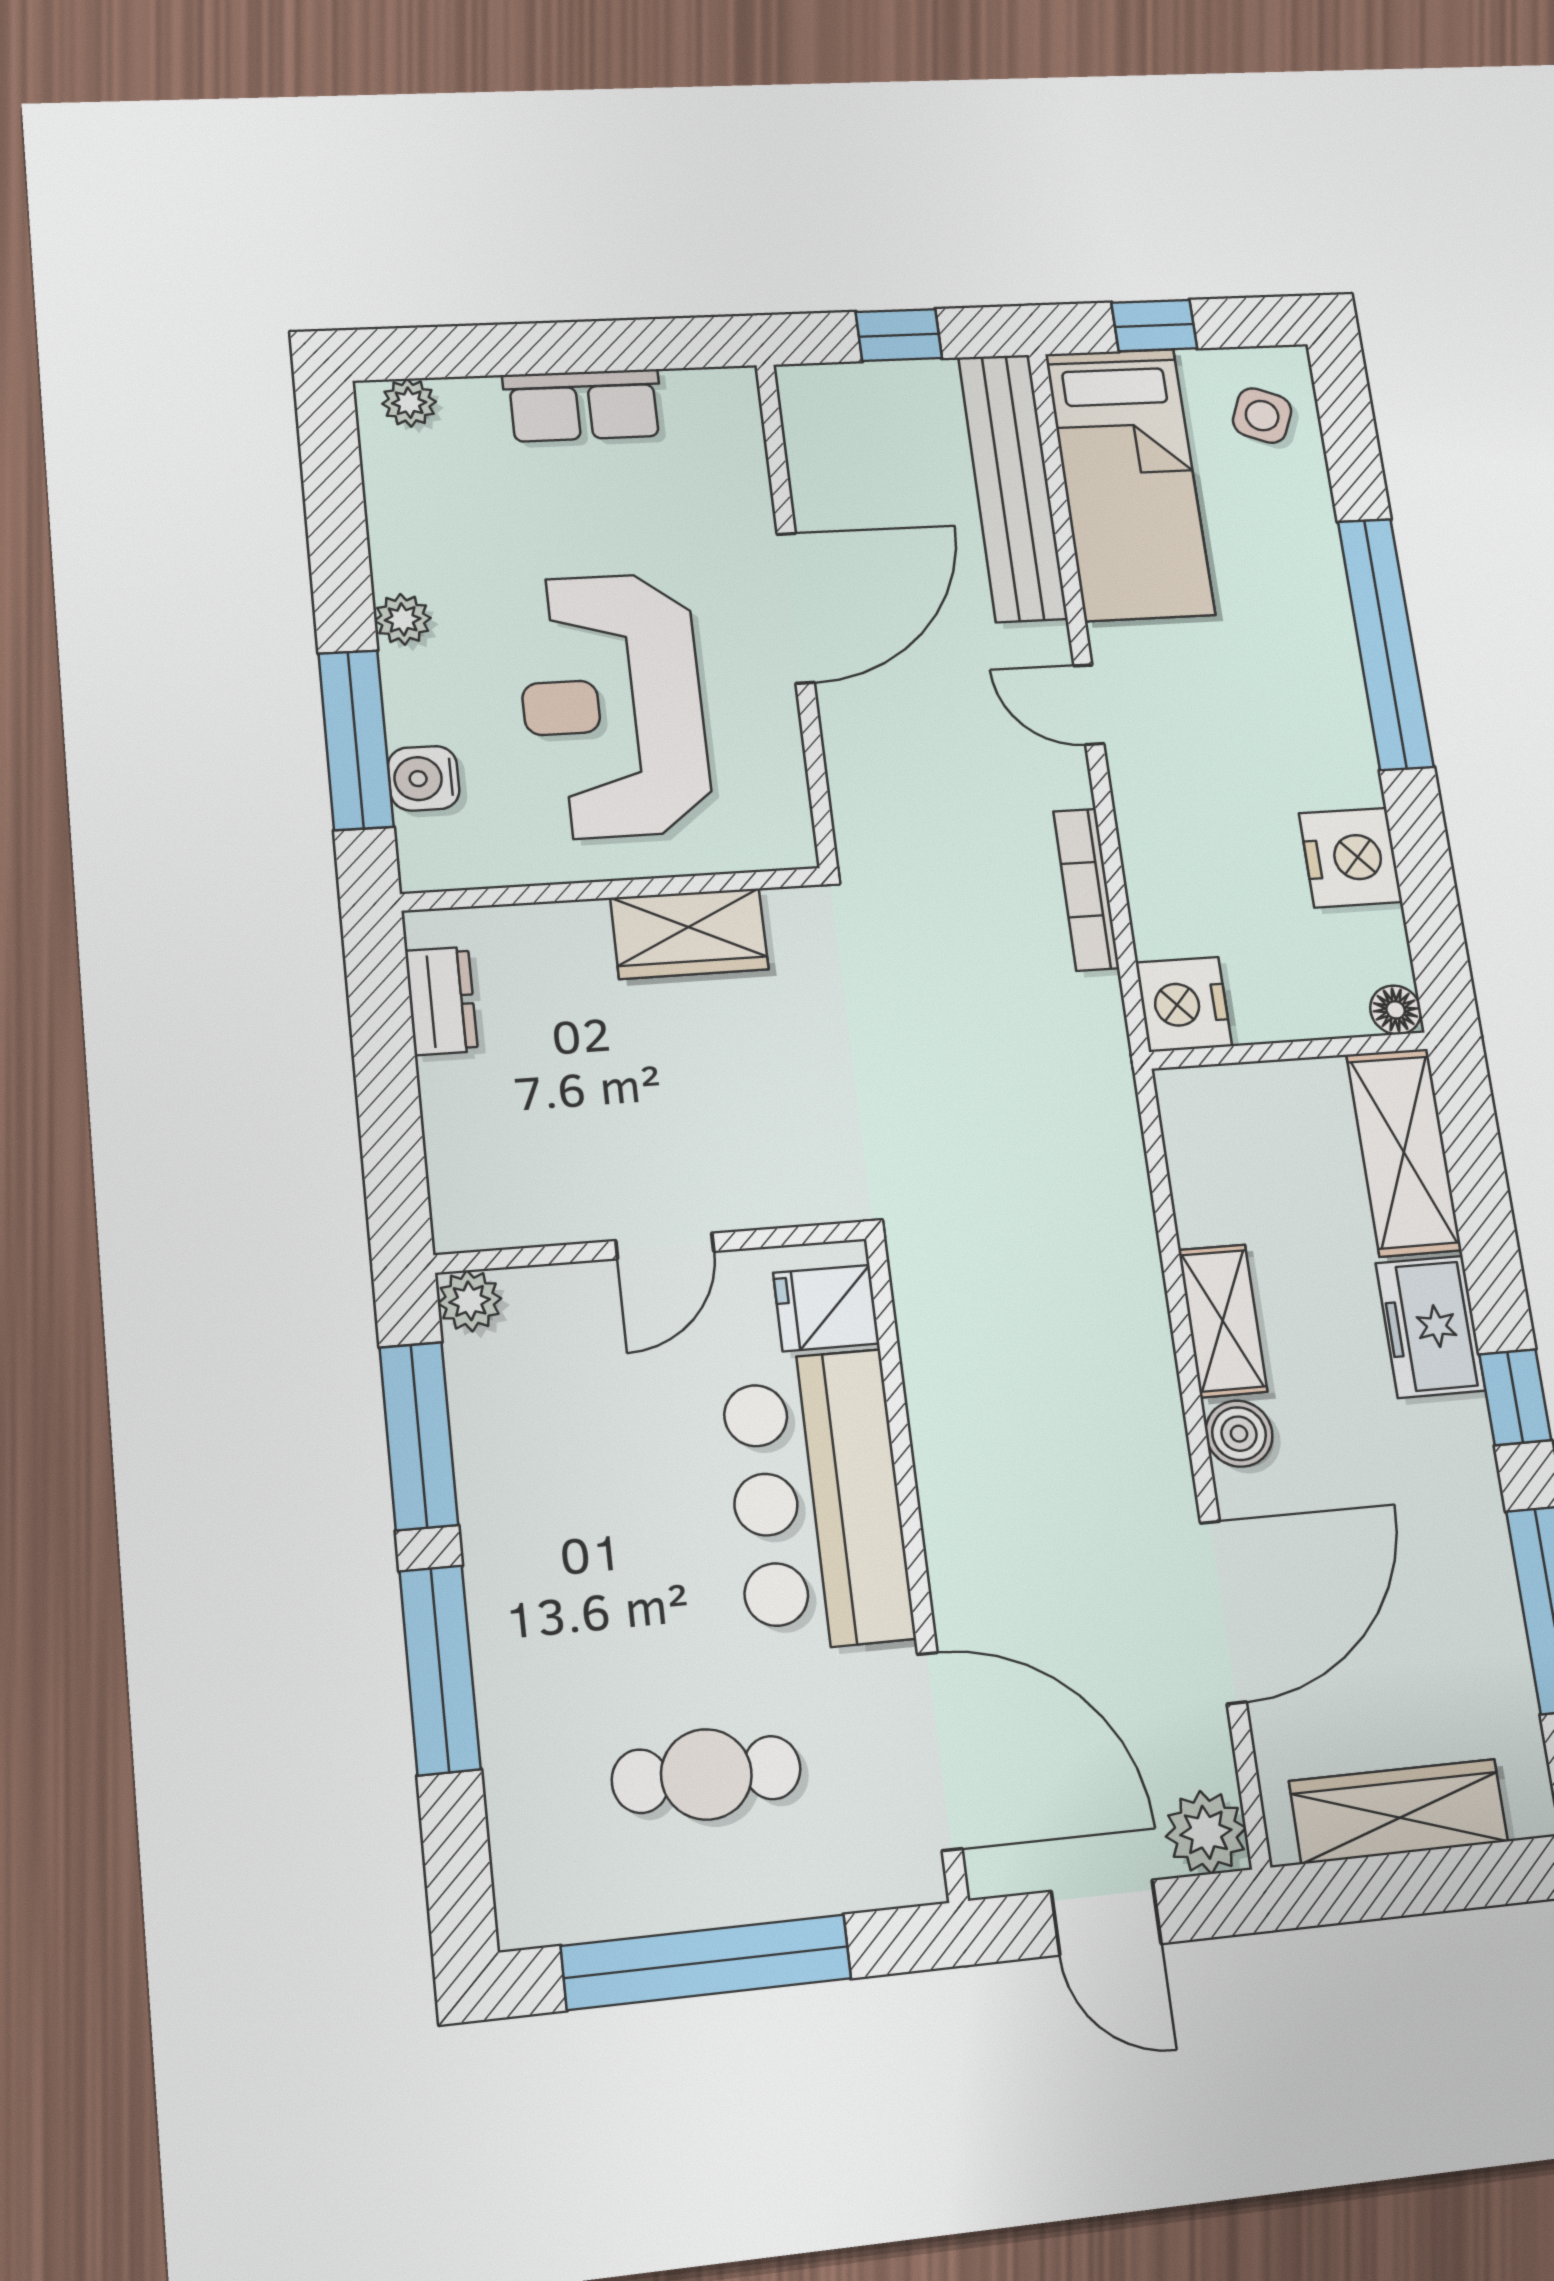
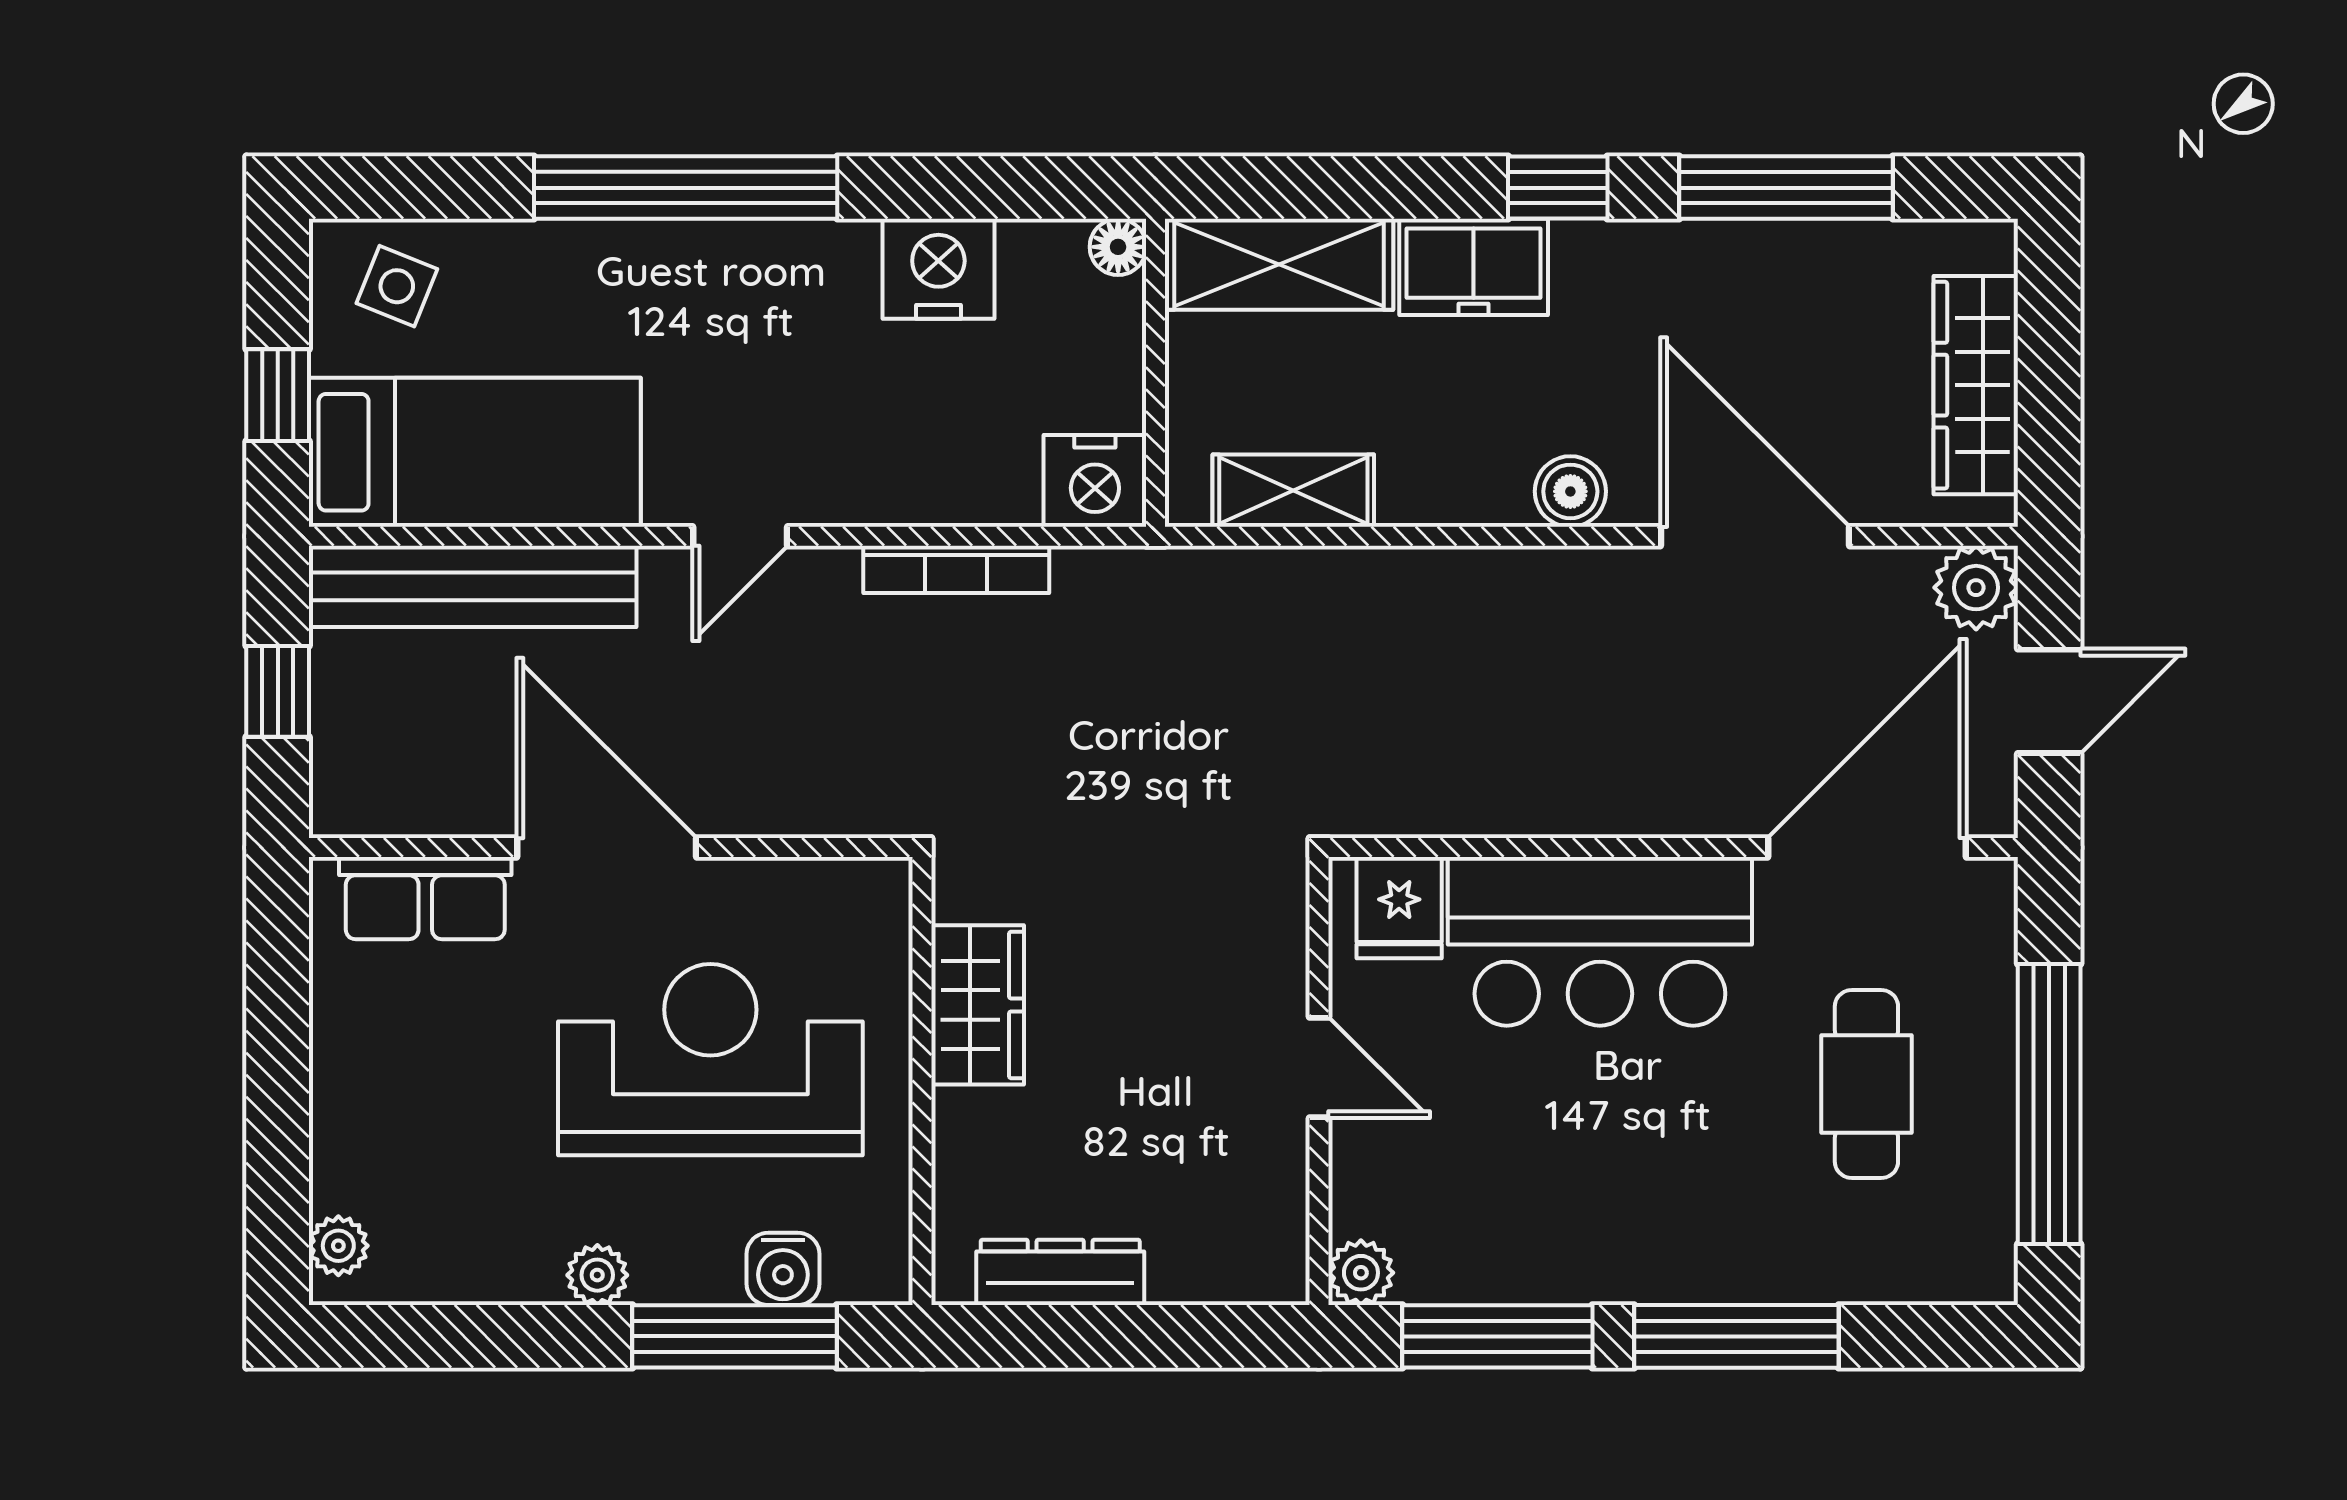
row of seats: (583, 405) -> (425, 898), moved, turned 90
reception desk: (613, 705) -> (710, 1060), turned 180
dresser: (441, 1001) -> (1060, 1272), width x1.44
shelving: (1223, 1321) -> (1293, 491), moved

